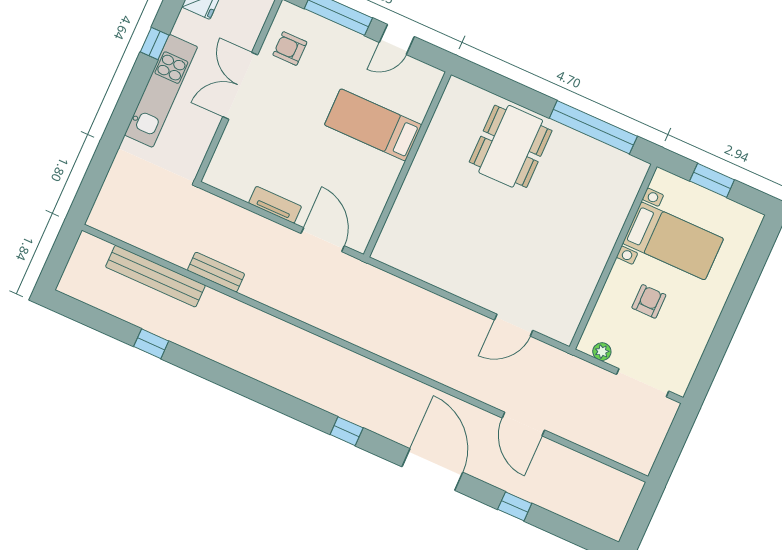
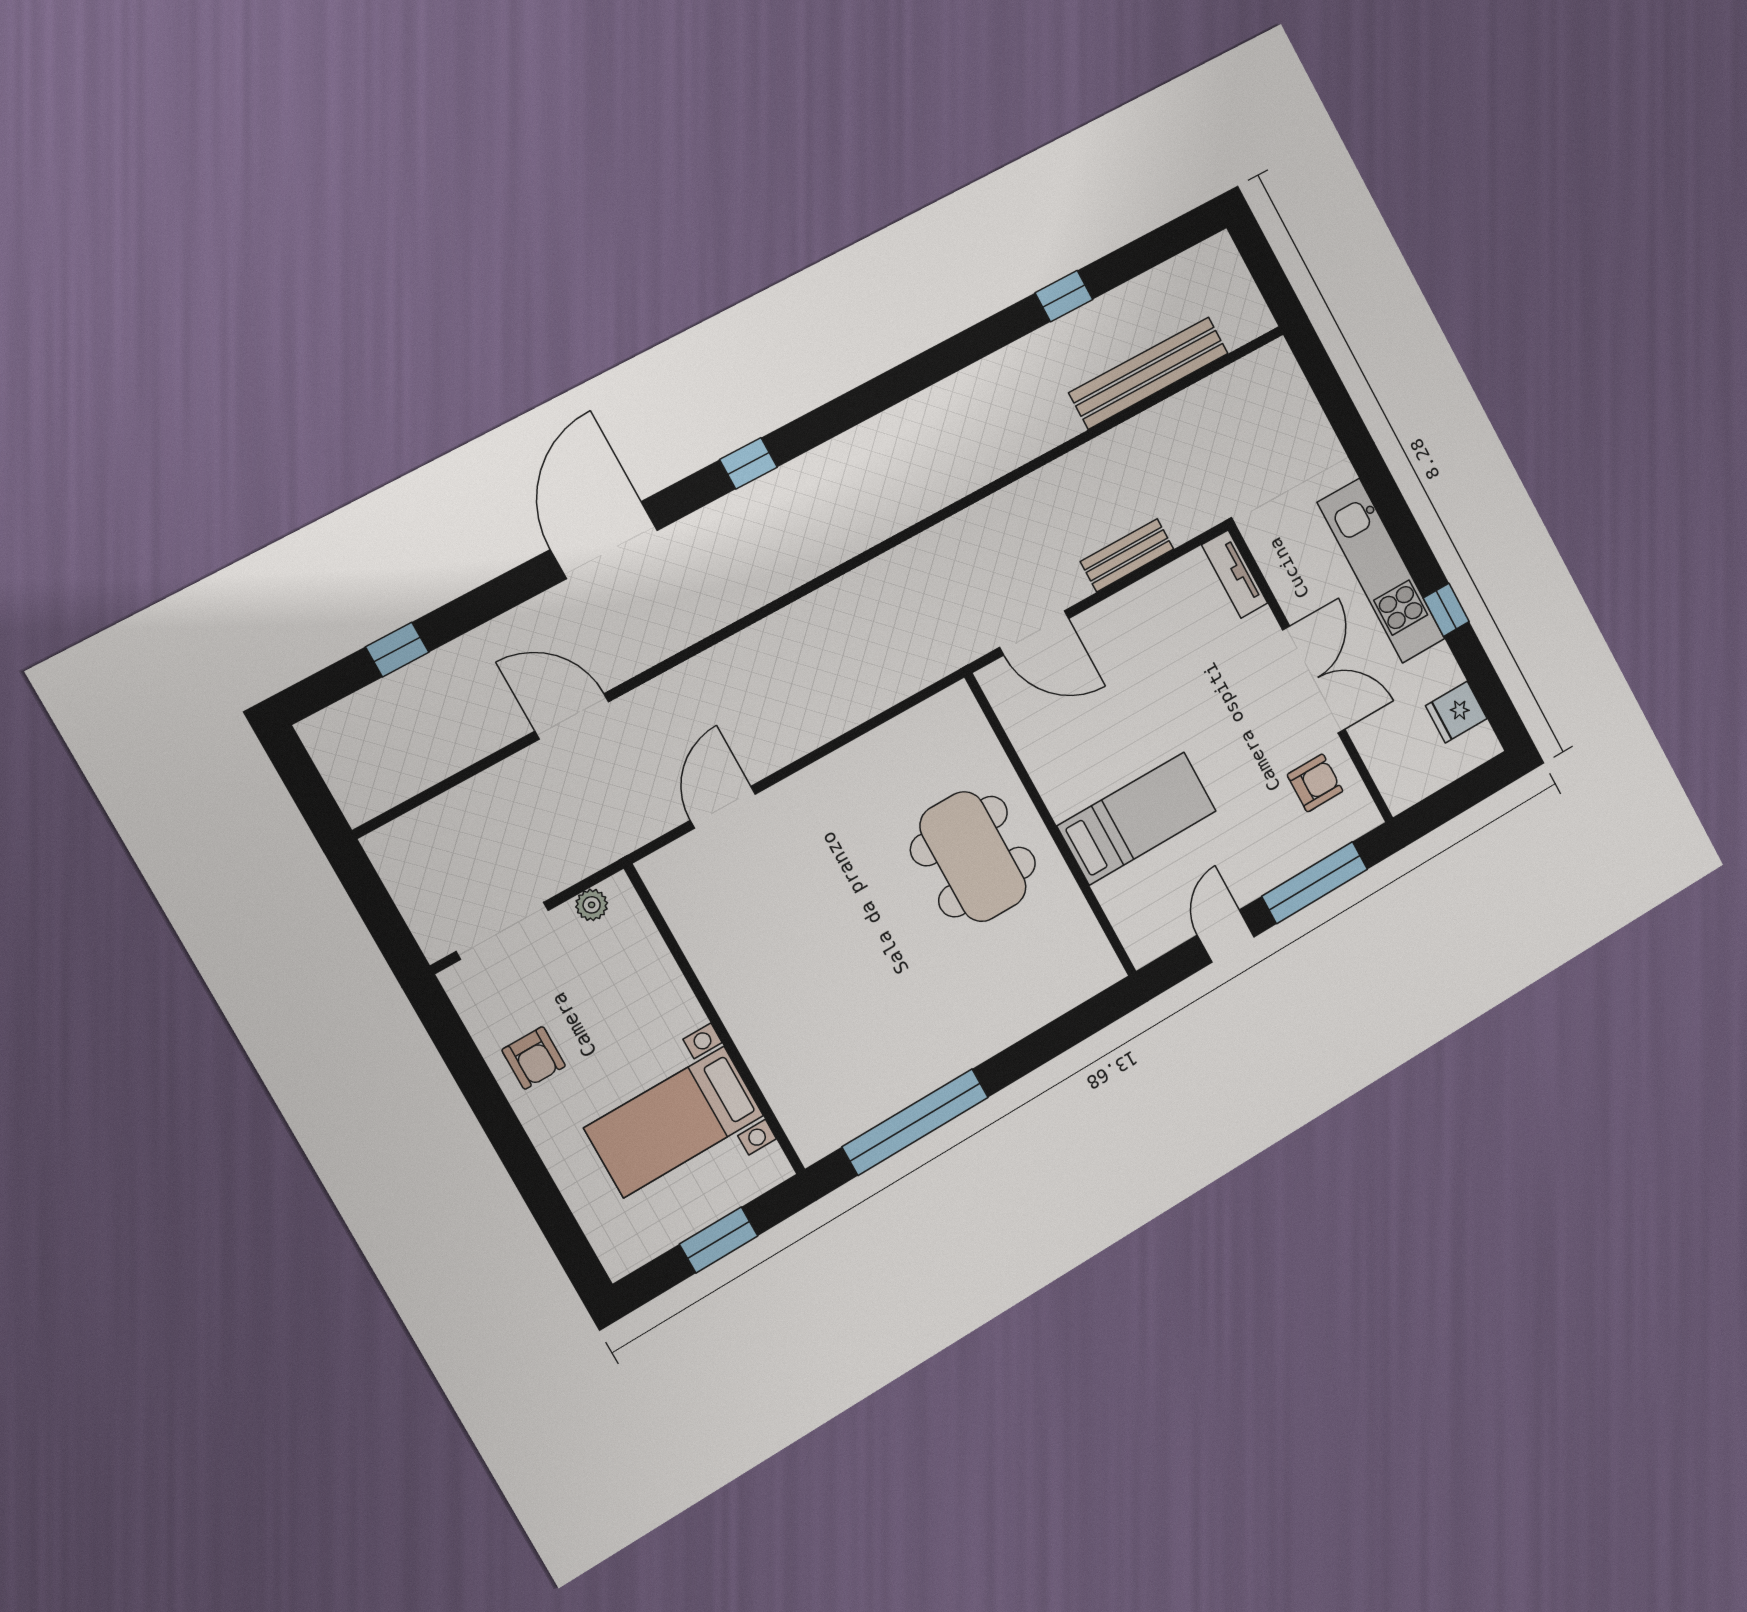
dining table: (511, 146) -> (973, 857), moved
tv unit: (275, 205) -> (1235, 574), moved, turned 90
bench: (216, 272) -> (1127, 555), moved
armchair: (649, 301) -> (534, 1058), moved
door: (432, 469) -> (604, 540), swing flipped
window: (515, 506) -> (397, 650), moved

